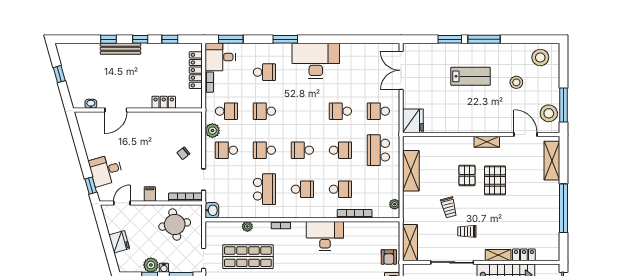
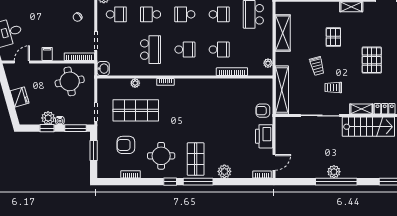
school desk: (226, 150) -> (116, 14), turned 180
pallet: (495, 180) -> (372, 60), moved
desk: (325, 236) -> (205, 92), removed
shelving: (410, 243) -> (282, 90), width x1.47
armchair: (389, 257) -> (263, 111), turned 90

